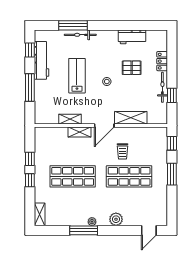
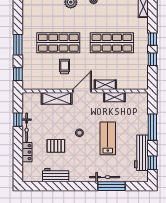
lab bench: (77, 76) -> (108, 138), turned 180

